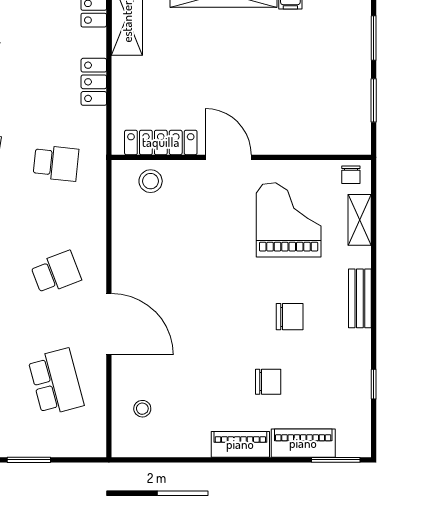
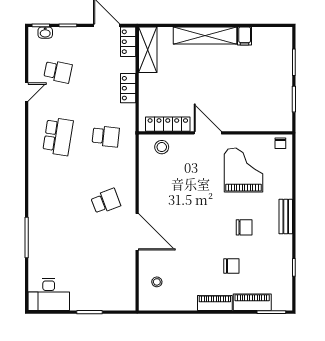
shelving: (360, 220) -> (286, 170), removed
school desk: (56, 382) -> (106, 266), removed

